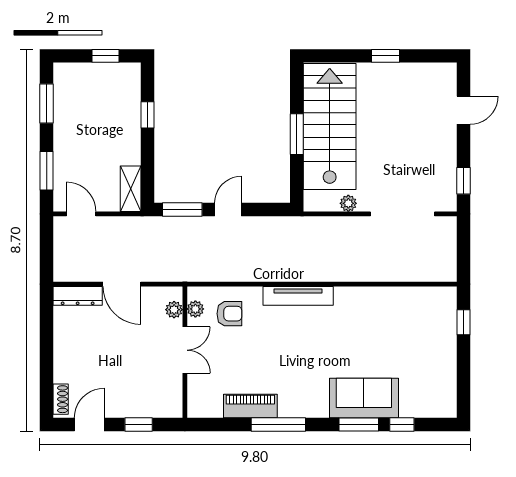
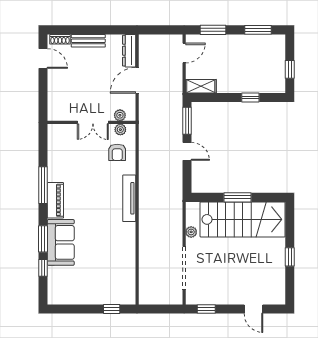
bench: (63, 357) -> (88, 41), added
piano: (250, 406) -> (55, 200), moved
window: (139, 425) -> (43, 92), removed

